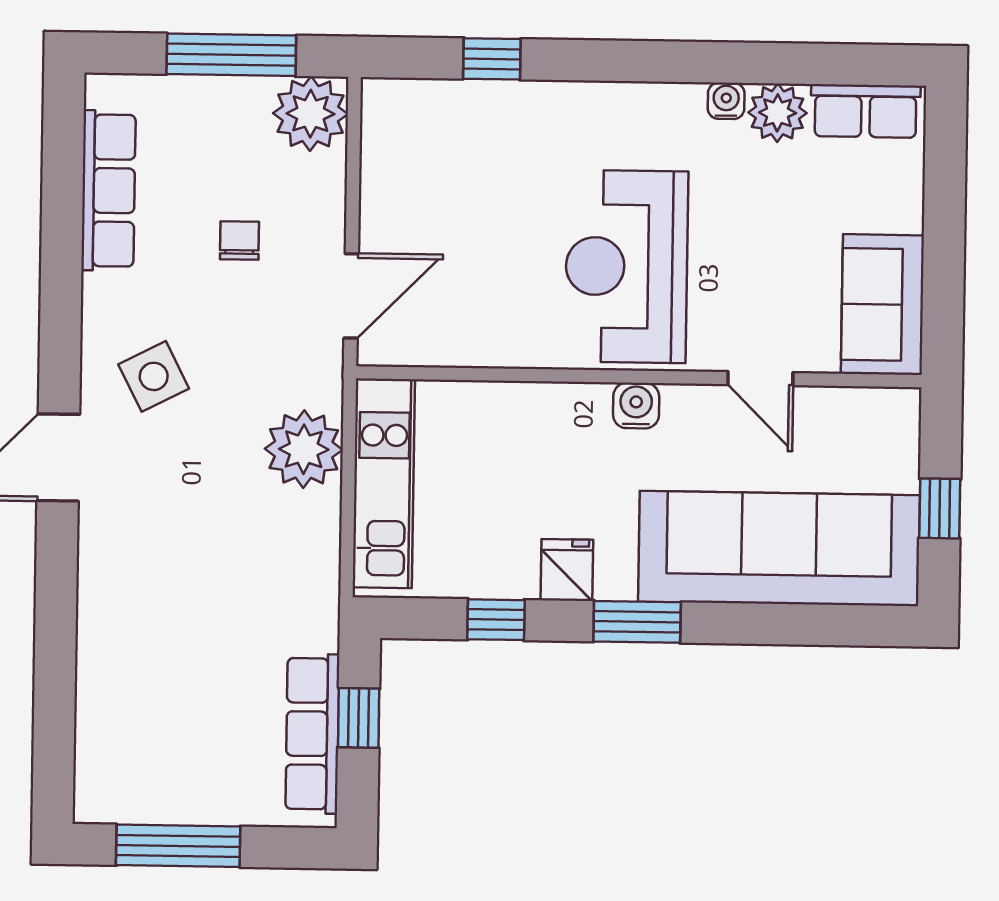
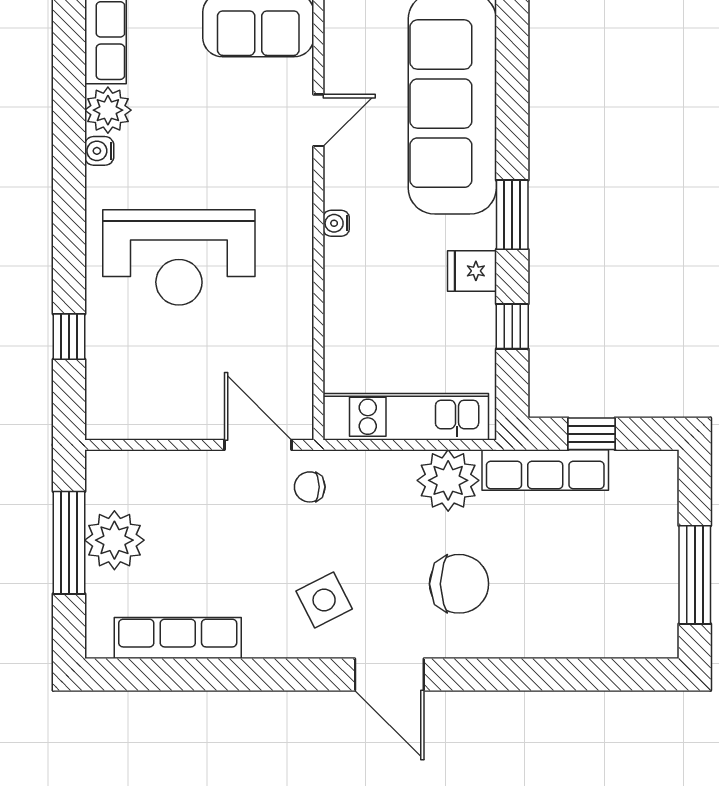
plant: (310, 114) -> (114, 540), moved
chair: (239, 240) -> (310, 487), moved
reception desk: (627, 267) -> (179, 257), moved
water cooler: (636, 406) -> (336, 223), width x0.72, depth x0.72
plant: (304, 449) -> (448, 480), moved
chair: (171, 547) -> (459, 584), added
row of seats: (312, 734) -> (545, 470), moved

